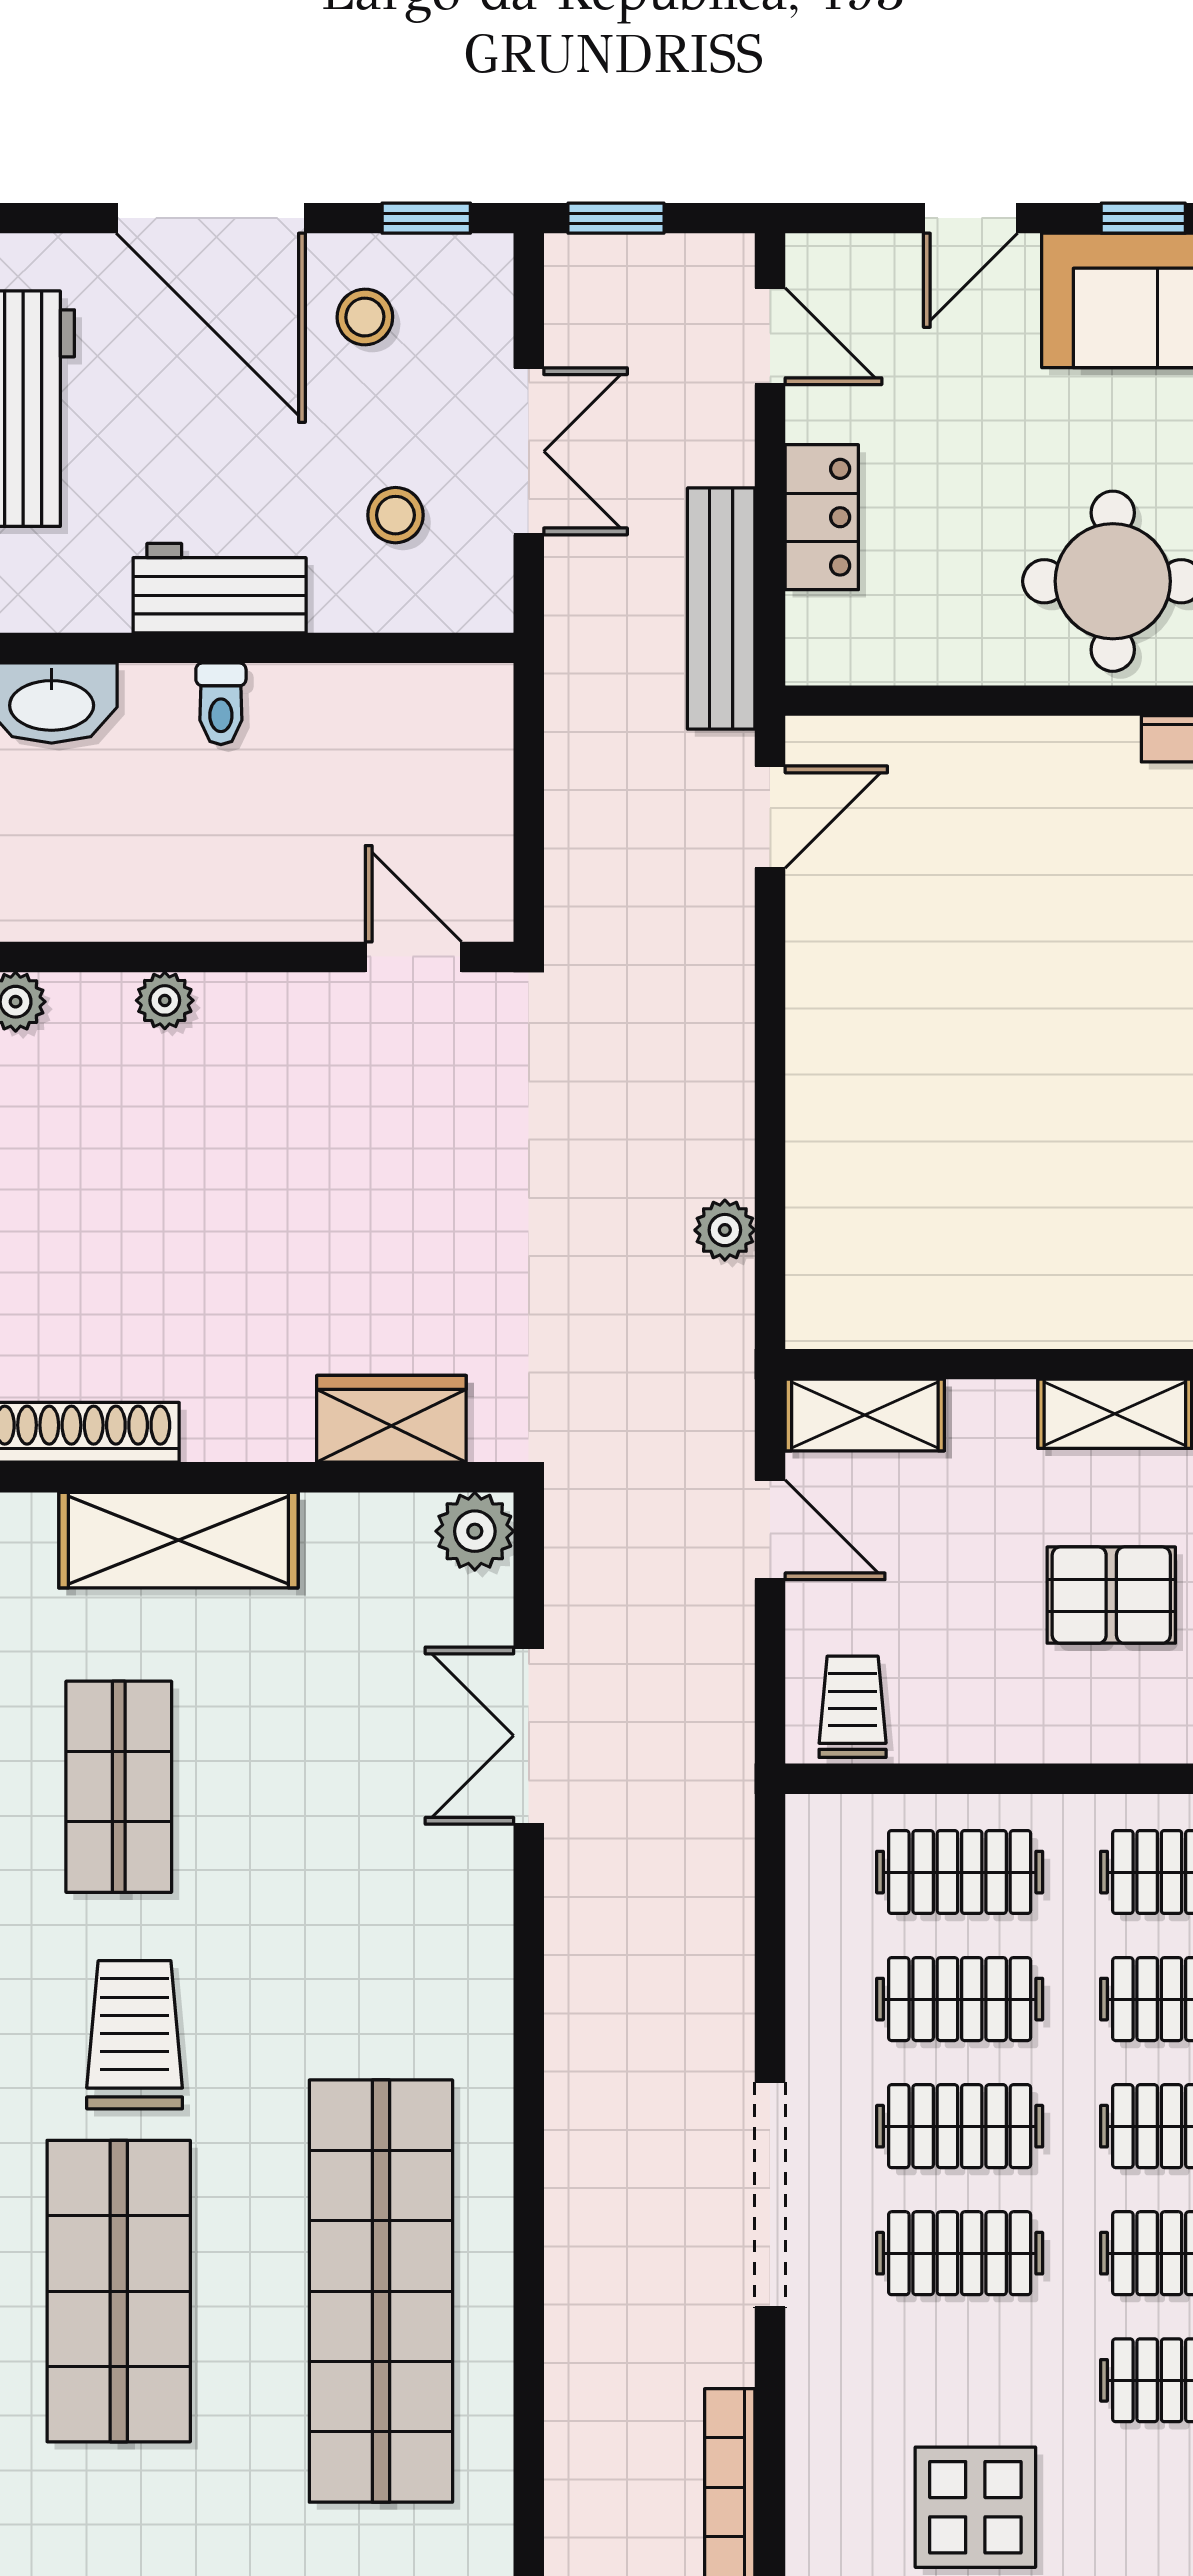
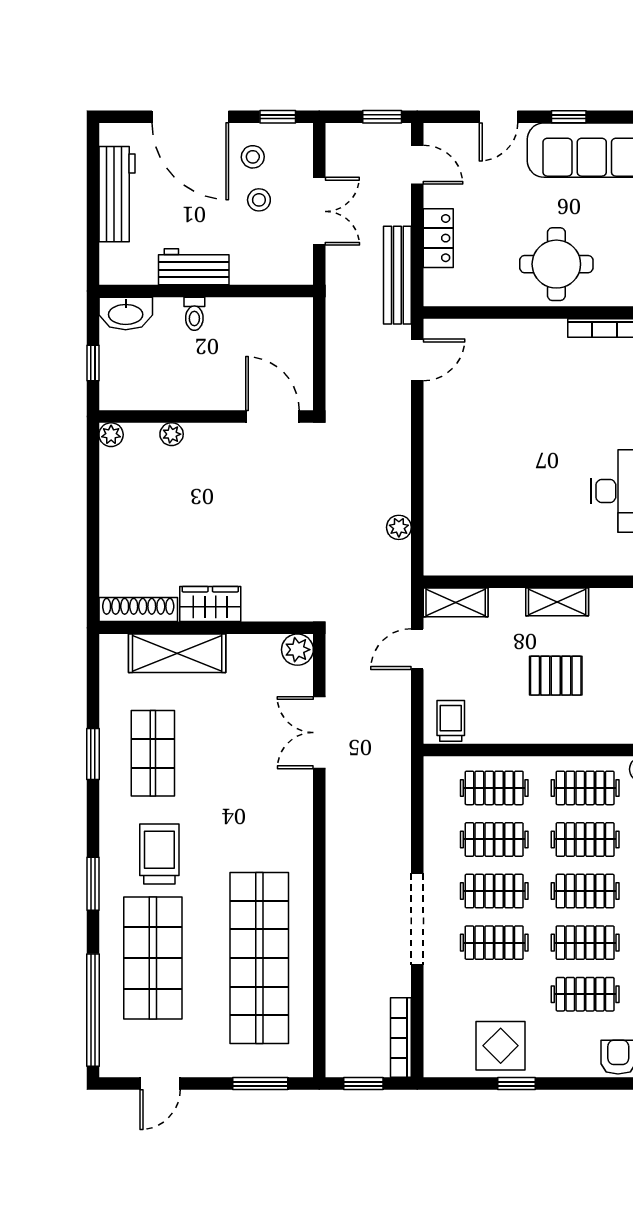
window: (616, 218) -> (382, 117), moved
stool: (395, 515) -> (259, 200), moved
door: (413, 957) -> (273, 417), width x1.37
wardrobe: (391, 1419) -> (210, 604), moved
door: (770, 1530) -> (417, 649), swing flipped

